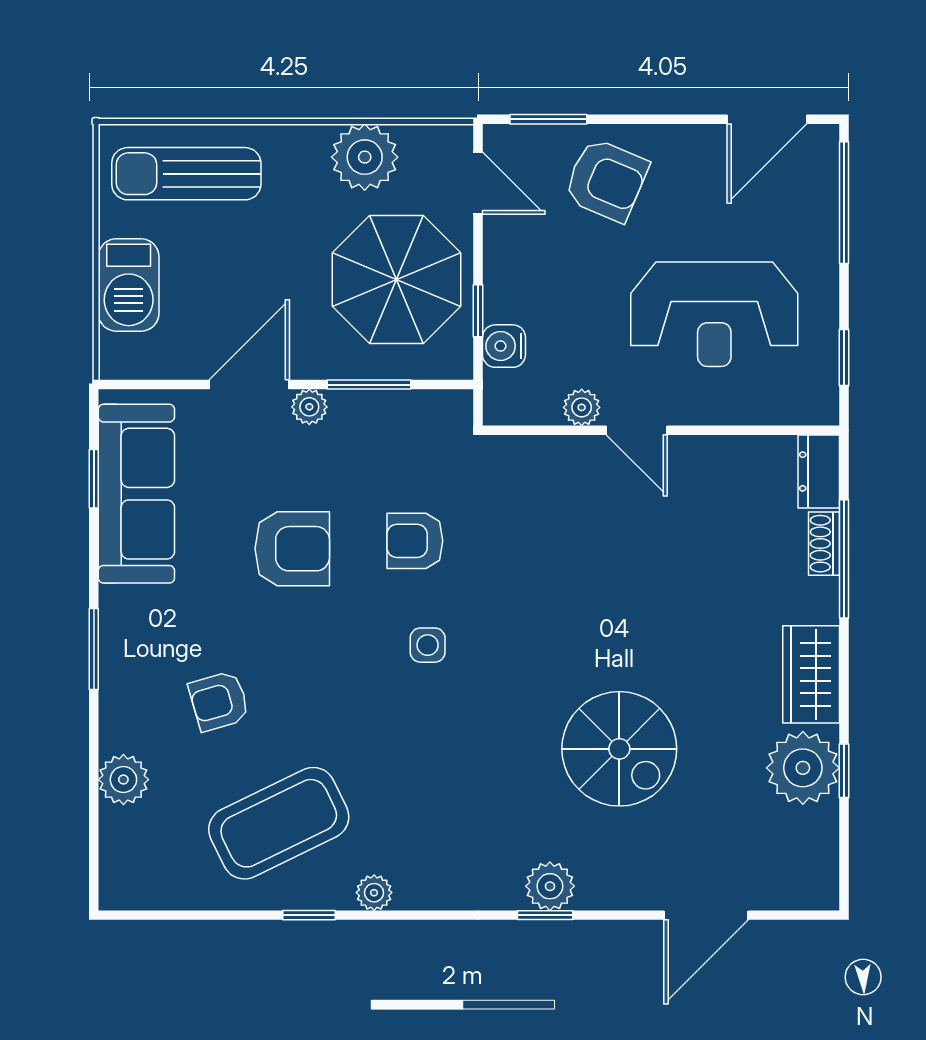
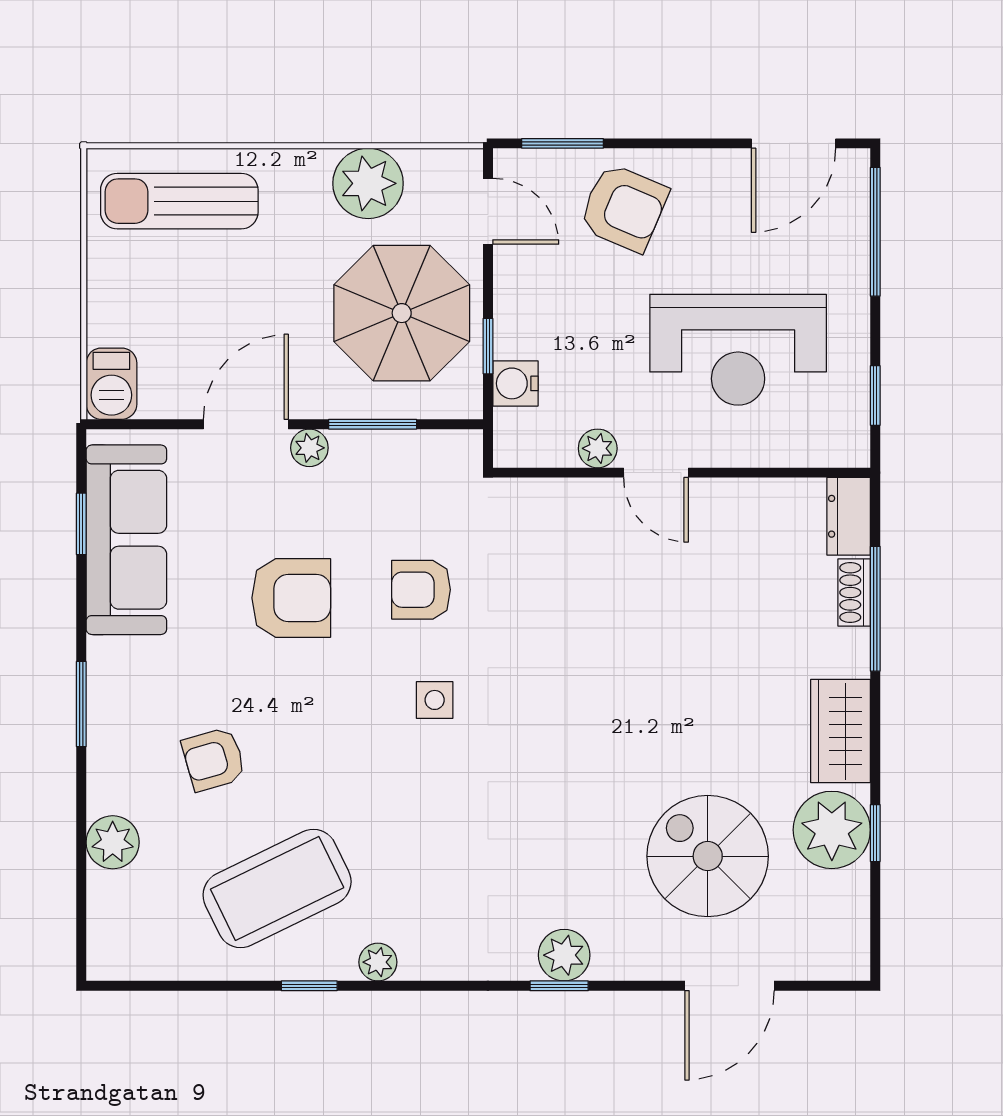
barbecue: (129, 285) -> (111, 384), moved, width x0.73, depth x0.79
spiral stairs: (619, 749) -> (708, 856), moved, turned 180

